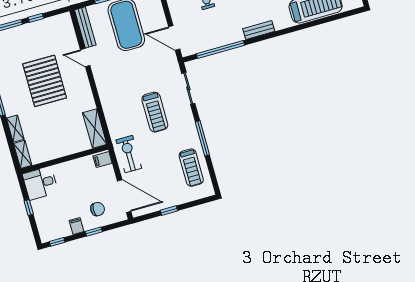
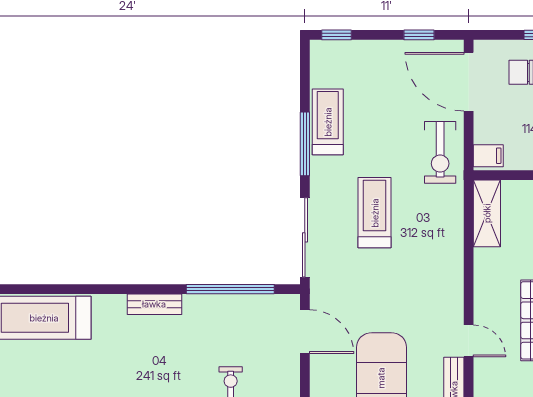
sliding door: (188, 88) -> (305, 237), width x1.37
treadmill: (191, 168) -> (328, 122), moved
window: (202, 201) -> (336, 35), added
window: (169, 211) -> (419, 35), moved

